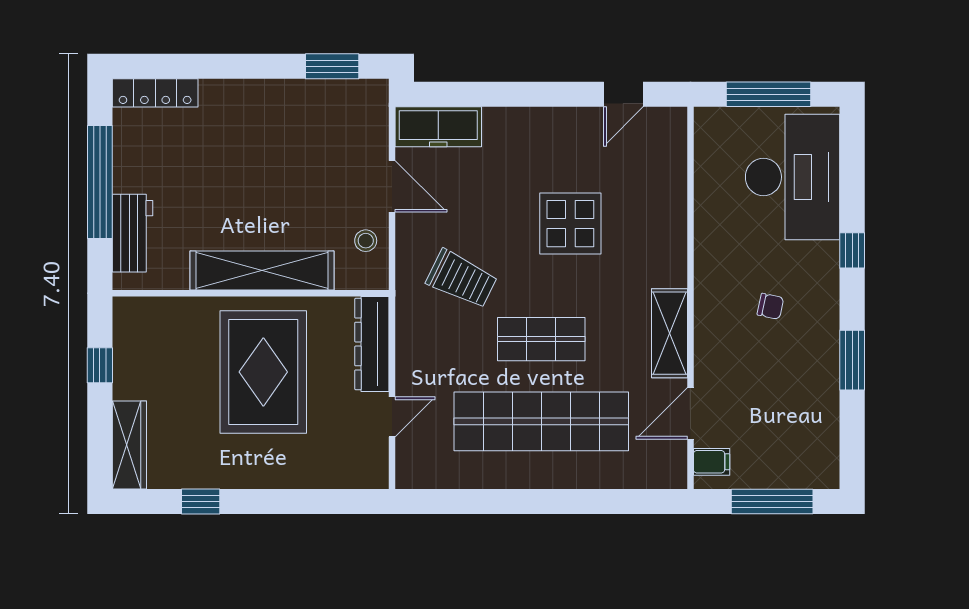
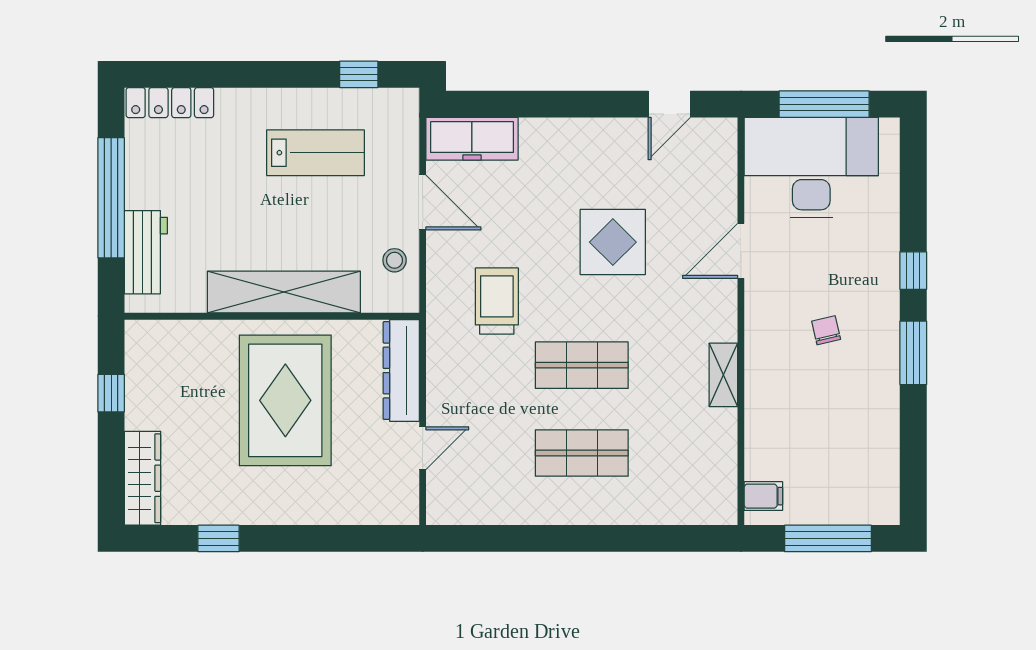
window: (332, 66) -> (359, 74), width x0.67
lab bench: (292, 140) -> (315, 153), added
desk: (793, 177) -> (811, 168), moved, turned -90
trolley: (462, 279) -> (497, 301), turned -116
chair: (770, 306) -> (826, 330), turned -115
shelving: (670, 333) -> (723, 375), width x0.67, depth x0.75
window: (852, 360) -> (913, 353), moved
door: (690, 413) -> (741, 251), moved
shop shelf: (541, 421) -> (582, 453), width x0.50, depth x0.74

